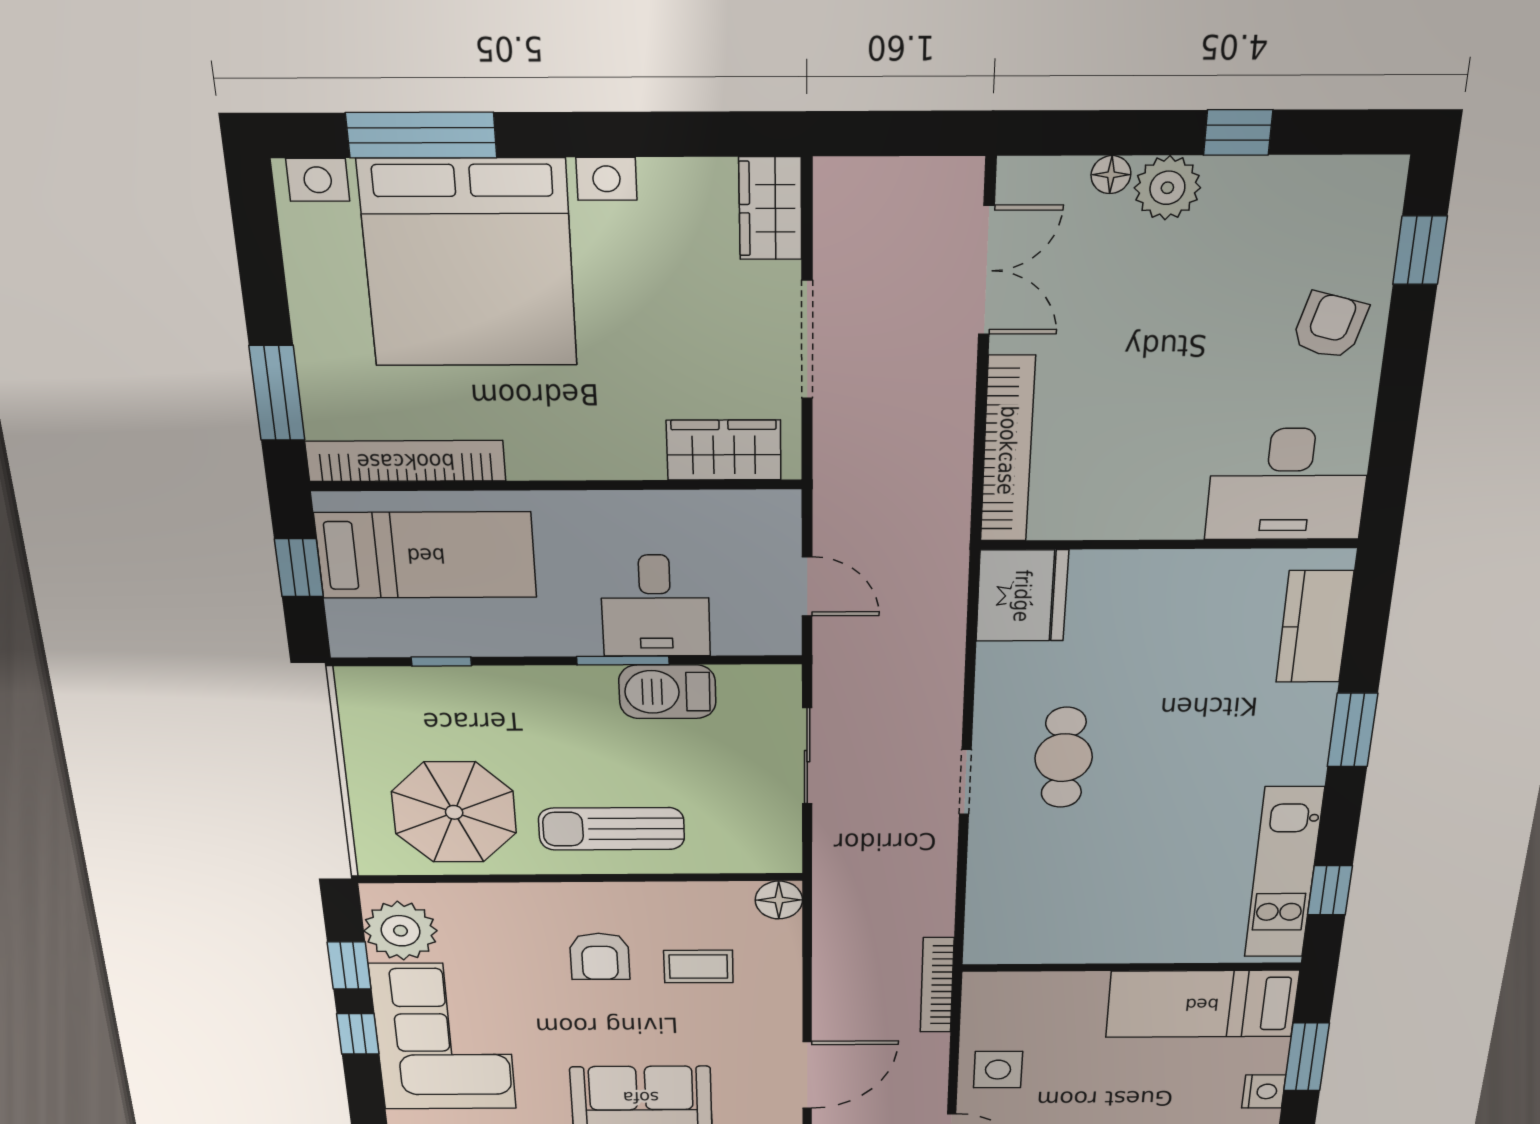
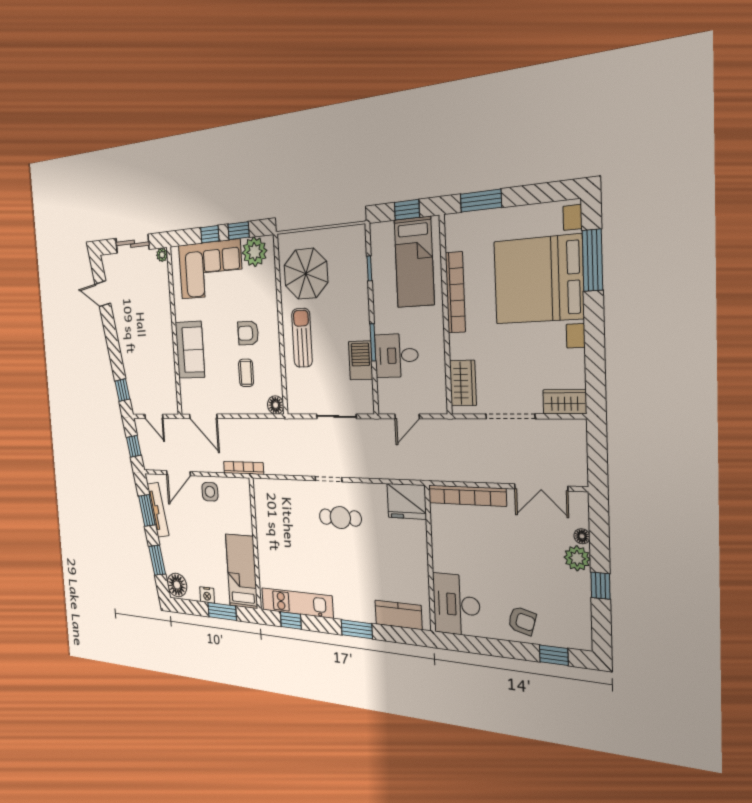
bookcase: (406, 461) -> (455, 292), moved

